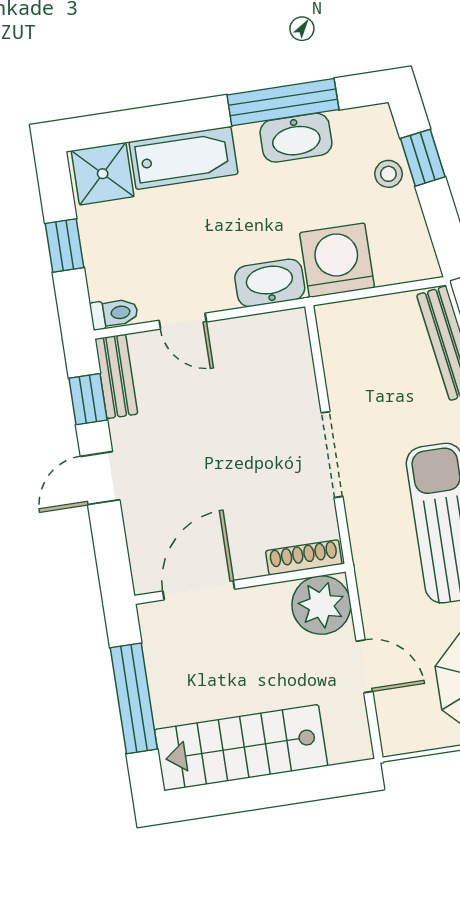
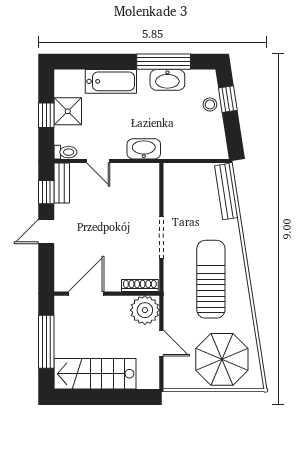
shower: (103, 174) -> (68, 111), moved
washing machine: (337, 260) -> (178, 143), removed

